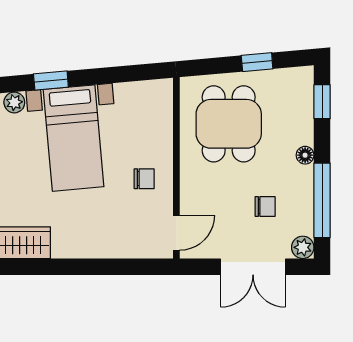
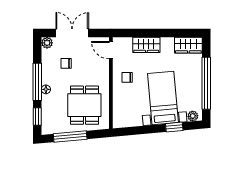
window: (257, 62) -> (70, 136), width x2.17
window: (322, 200) -> (37, 82), moved
door: (176, 233) -> (111, 50), hinge flipped
wardrobe: (106, 243) -> (146, 45), added

